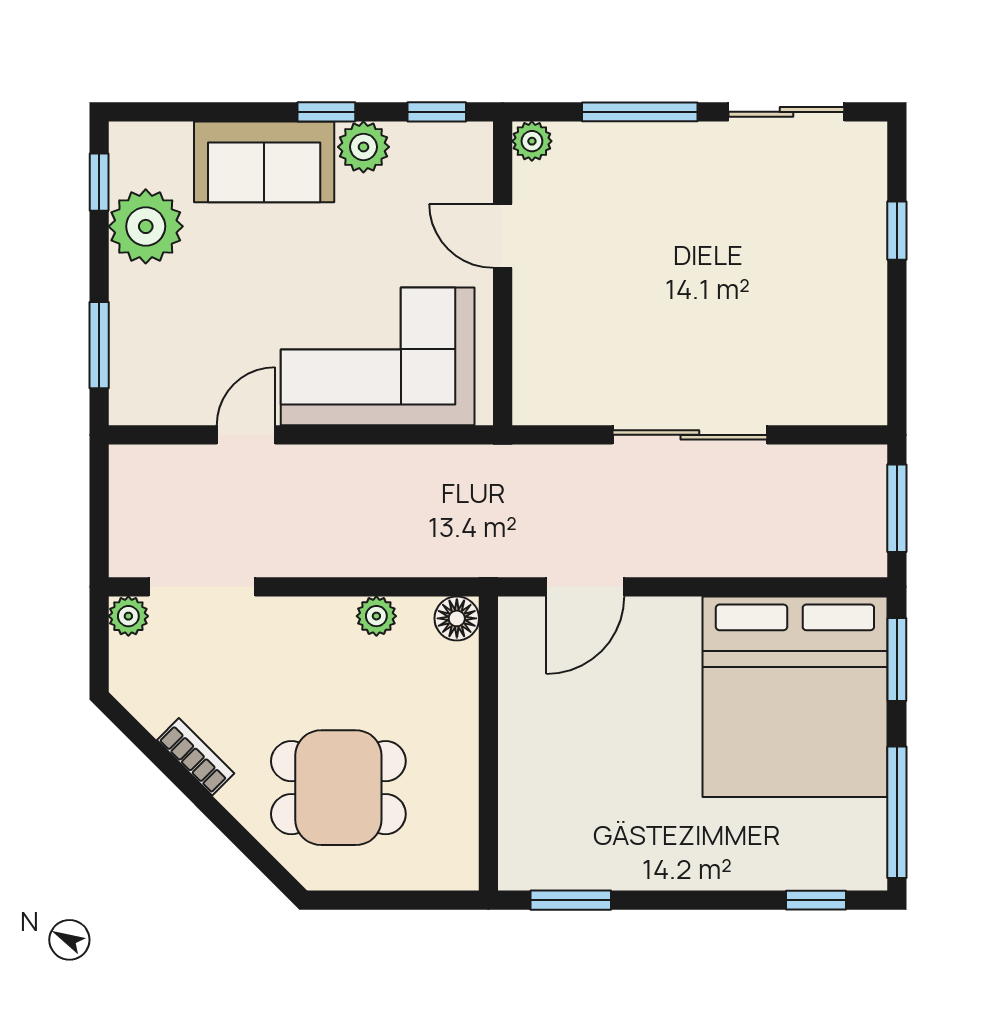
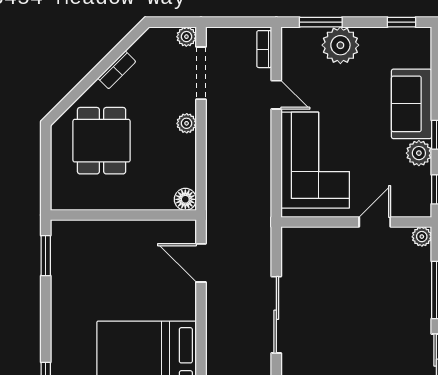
plant: (146, 226) -> (340, 45), moved
bookcase: (153, 459) -> (264, 49), added
plant: (376, 616) -> (187, 123), moved

